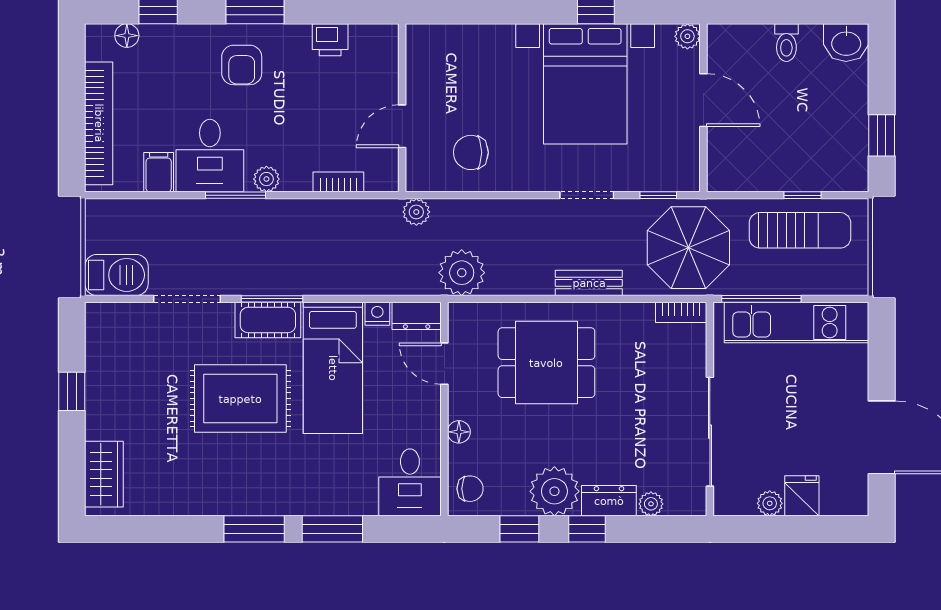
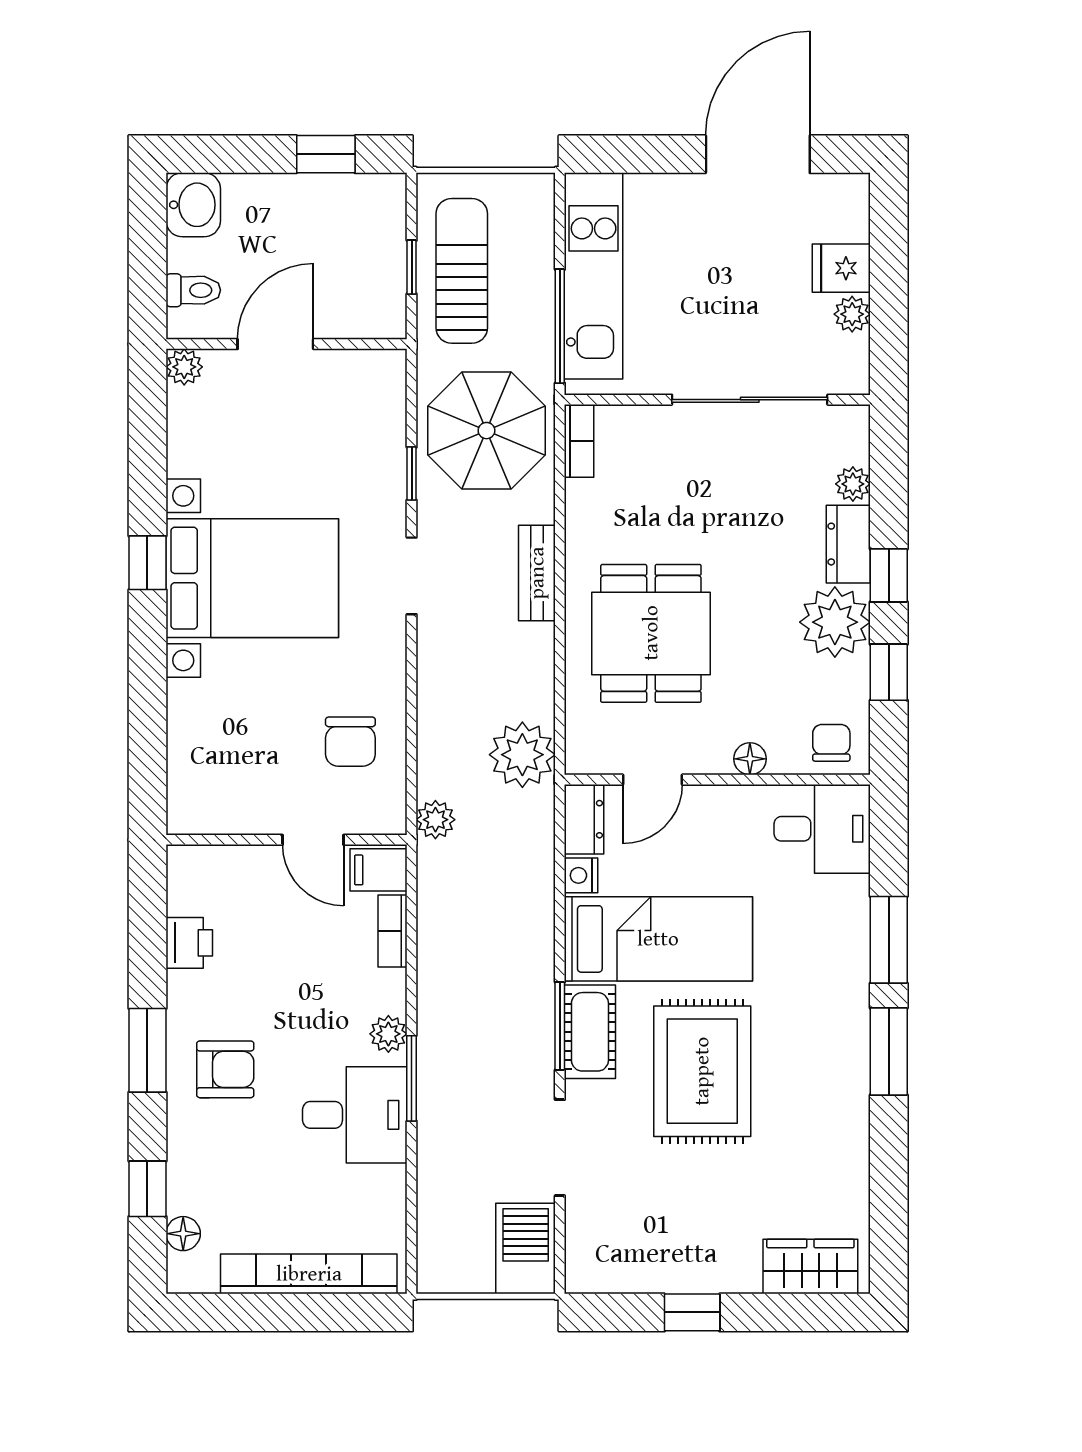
plant: (687, 36) -> (184, 367), moved
door: (703, 100) -> (275, 344), moved
wall: (703, 108) -> (286, 344), moved
filing cabinet: (159, 172) -> (379, 870), moved

